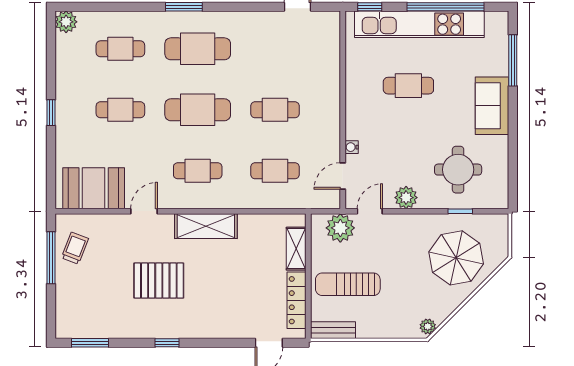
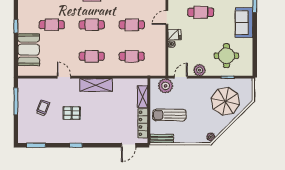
cafe table: (198, 110) -> (92, 25), width x0.73, depth x0.74
fridge: (357, 129) -> (174, 35), added
door: (343, 176) -> (167, 18), moved
booth: (94, 188) -> (29, 50), moved, turned 90
door: (144, 211) -> (64, 77), hinge flipped
trolley: (75, 248) -> (43, 108), moved
pallet: (159, 281) -> (72, 113), width x0.67, depth x0.71

